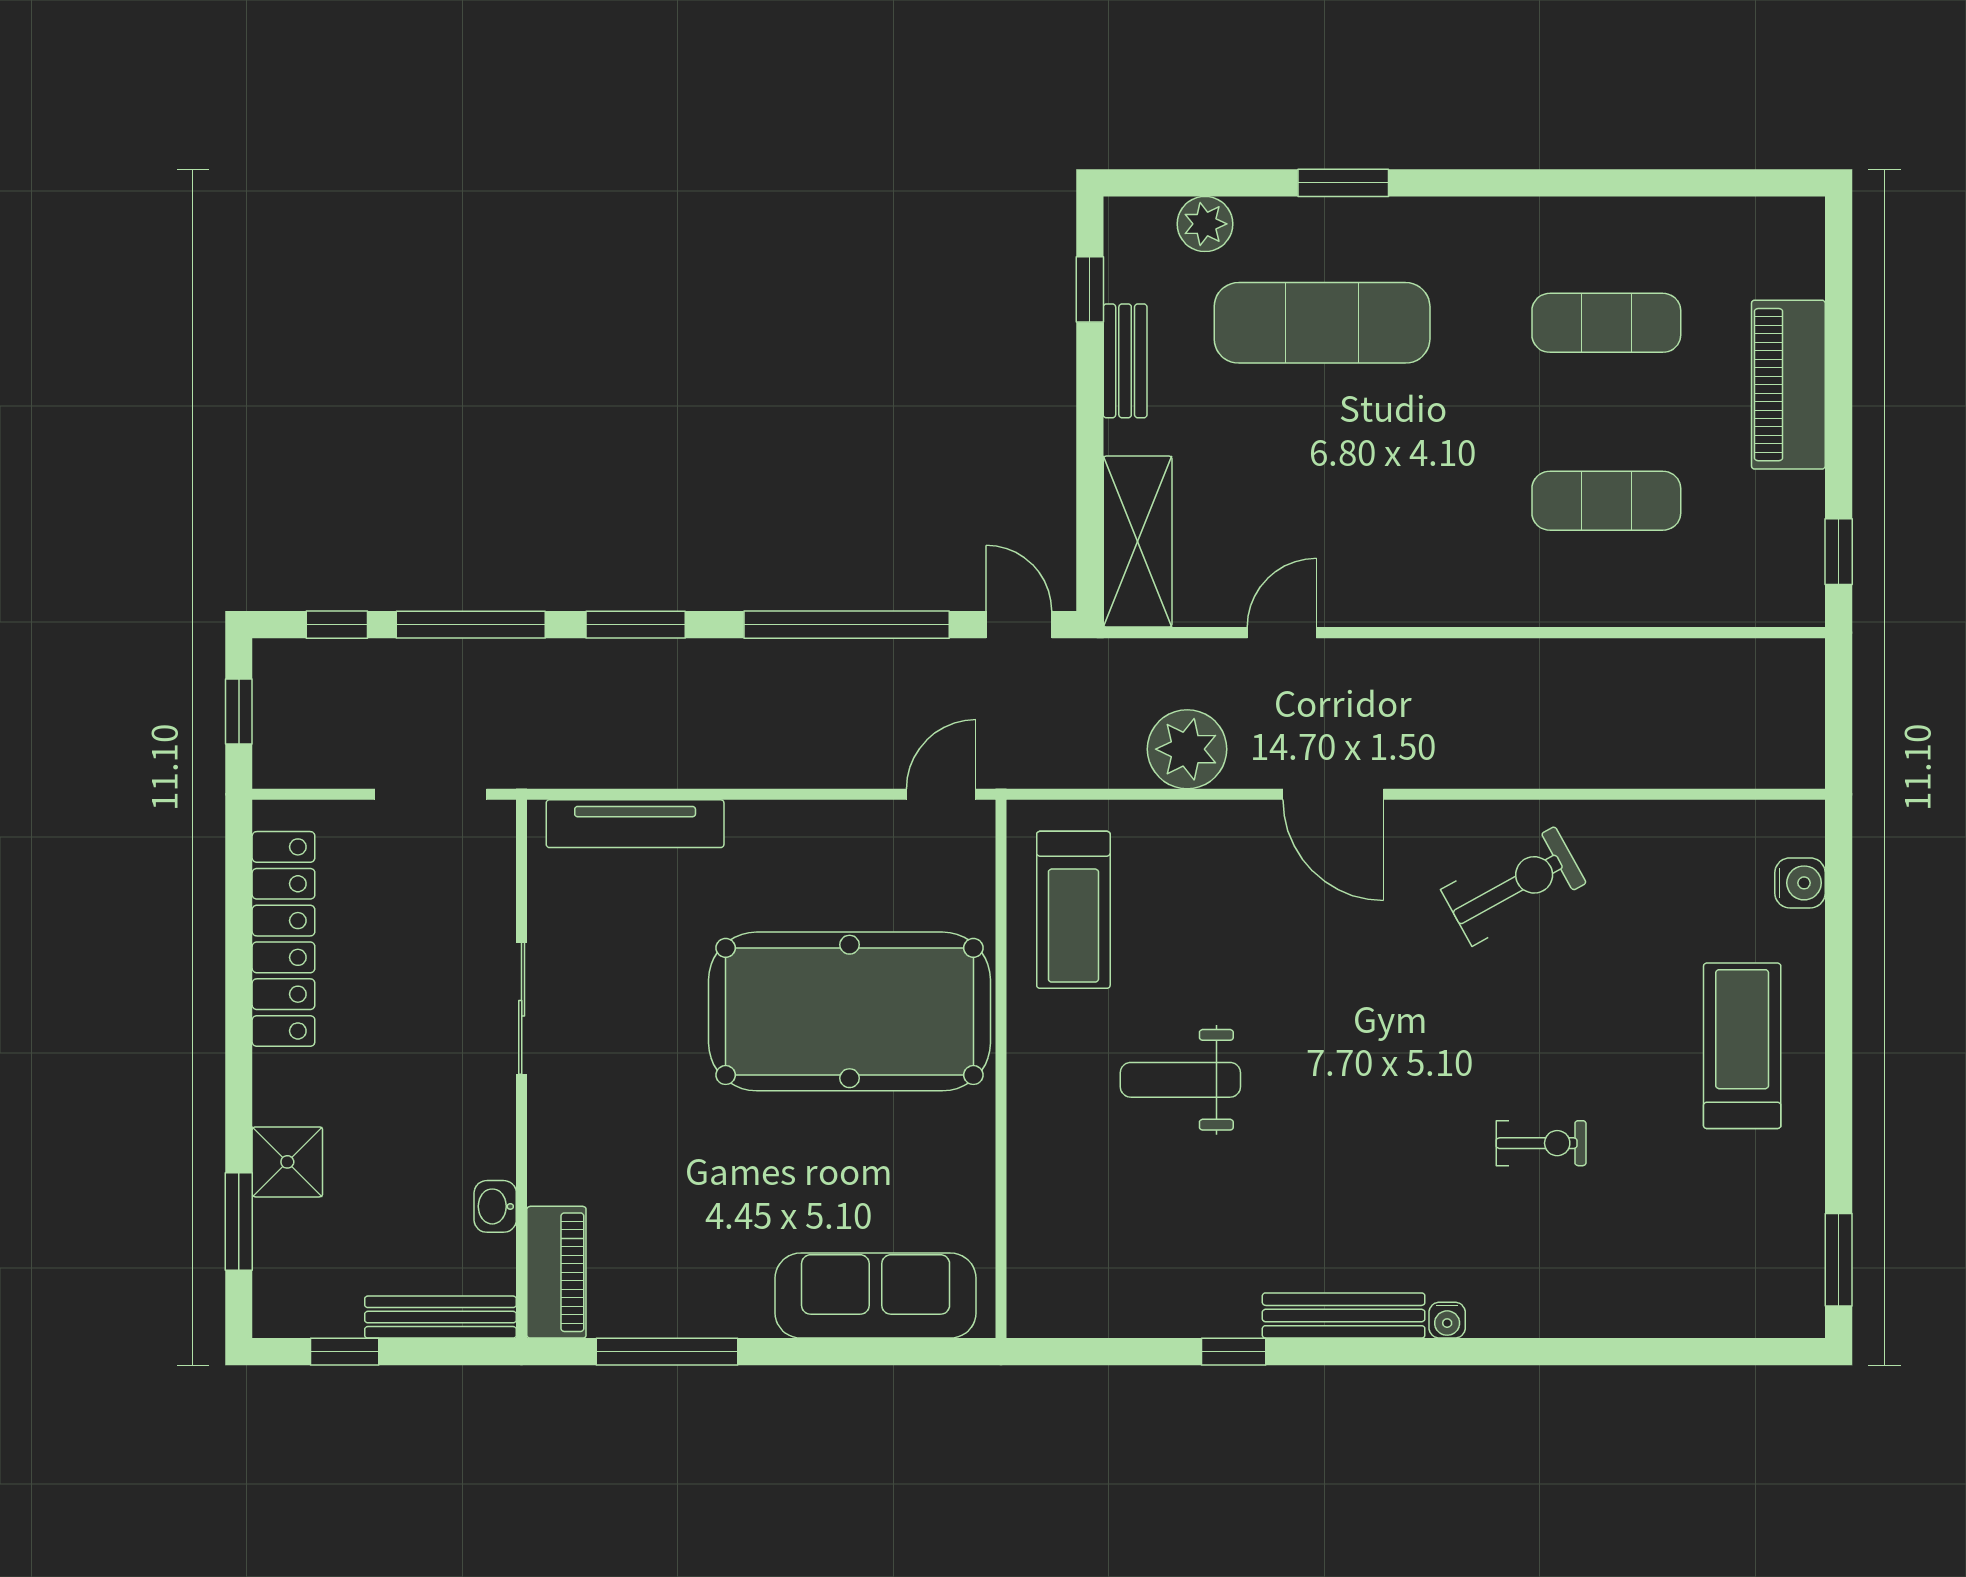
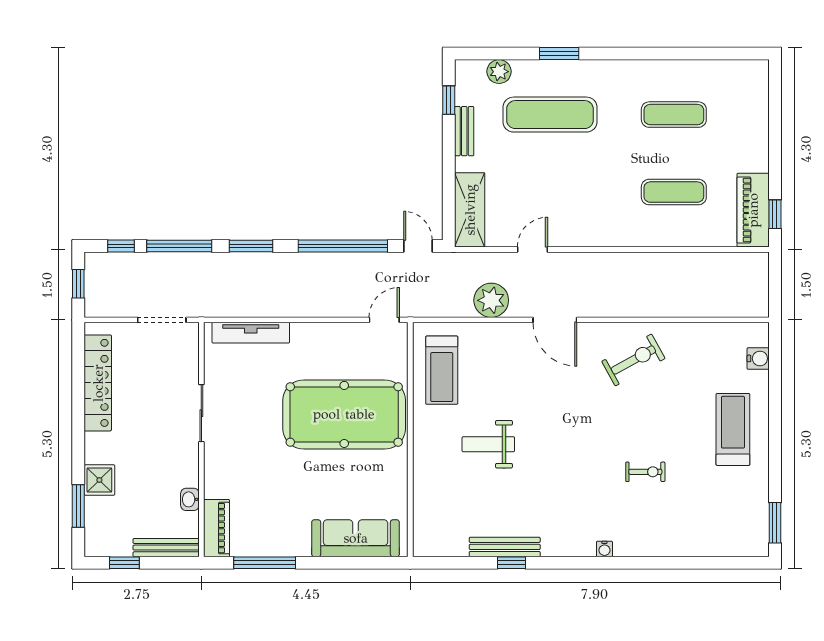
piano: (1788, 385) -> (753, 210), moved
bench: (1344, 1316) -> (505, 547), moved

